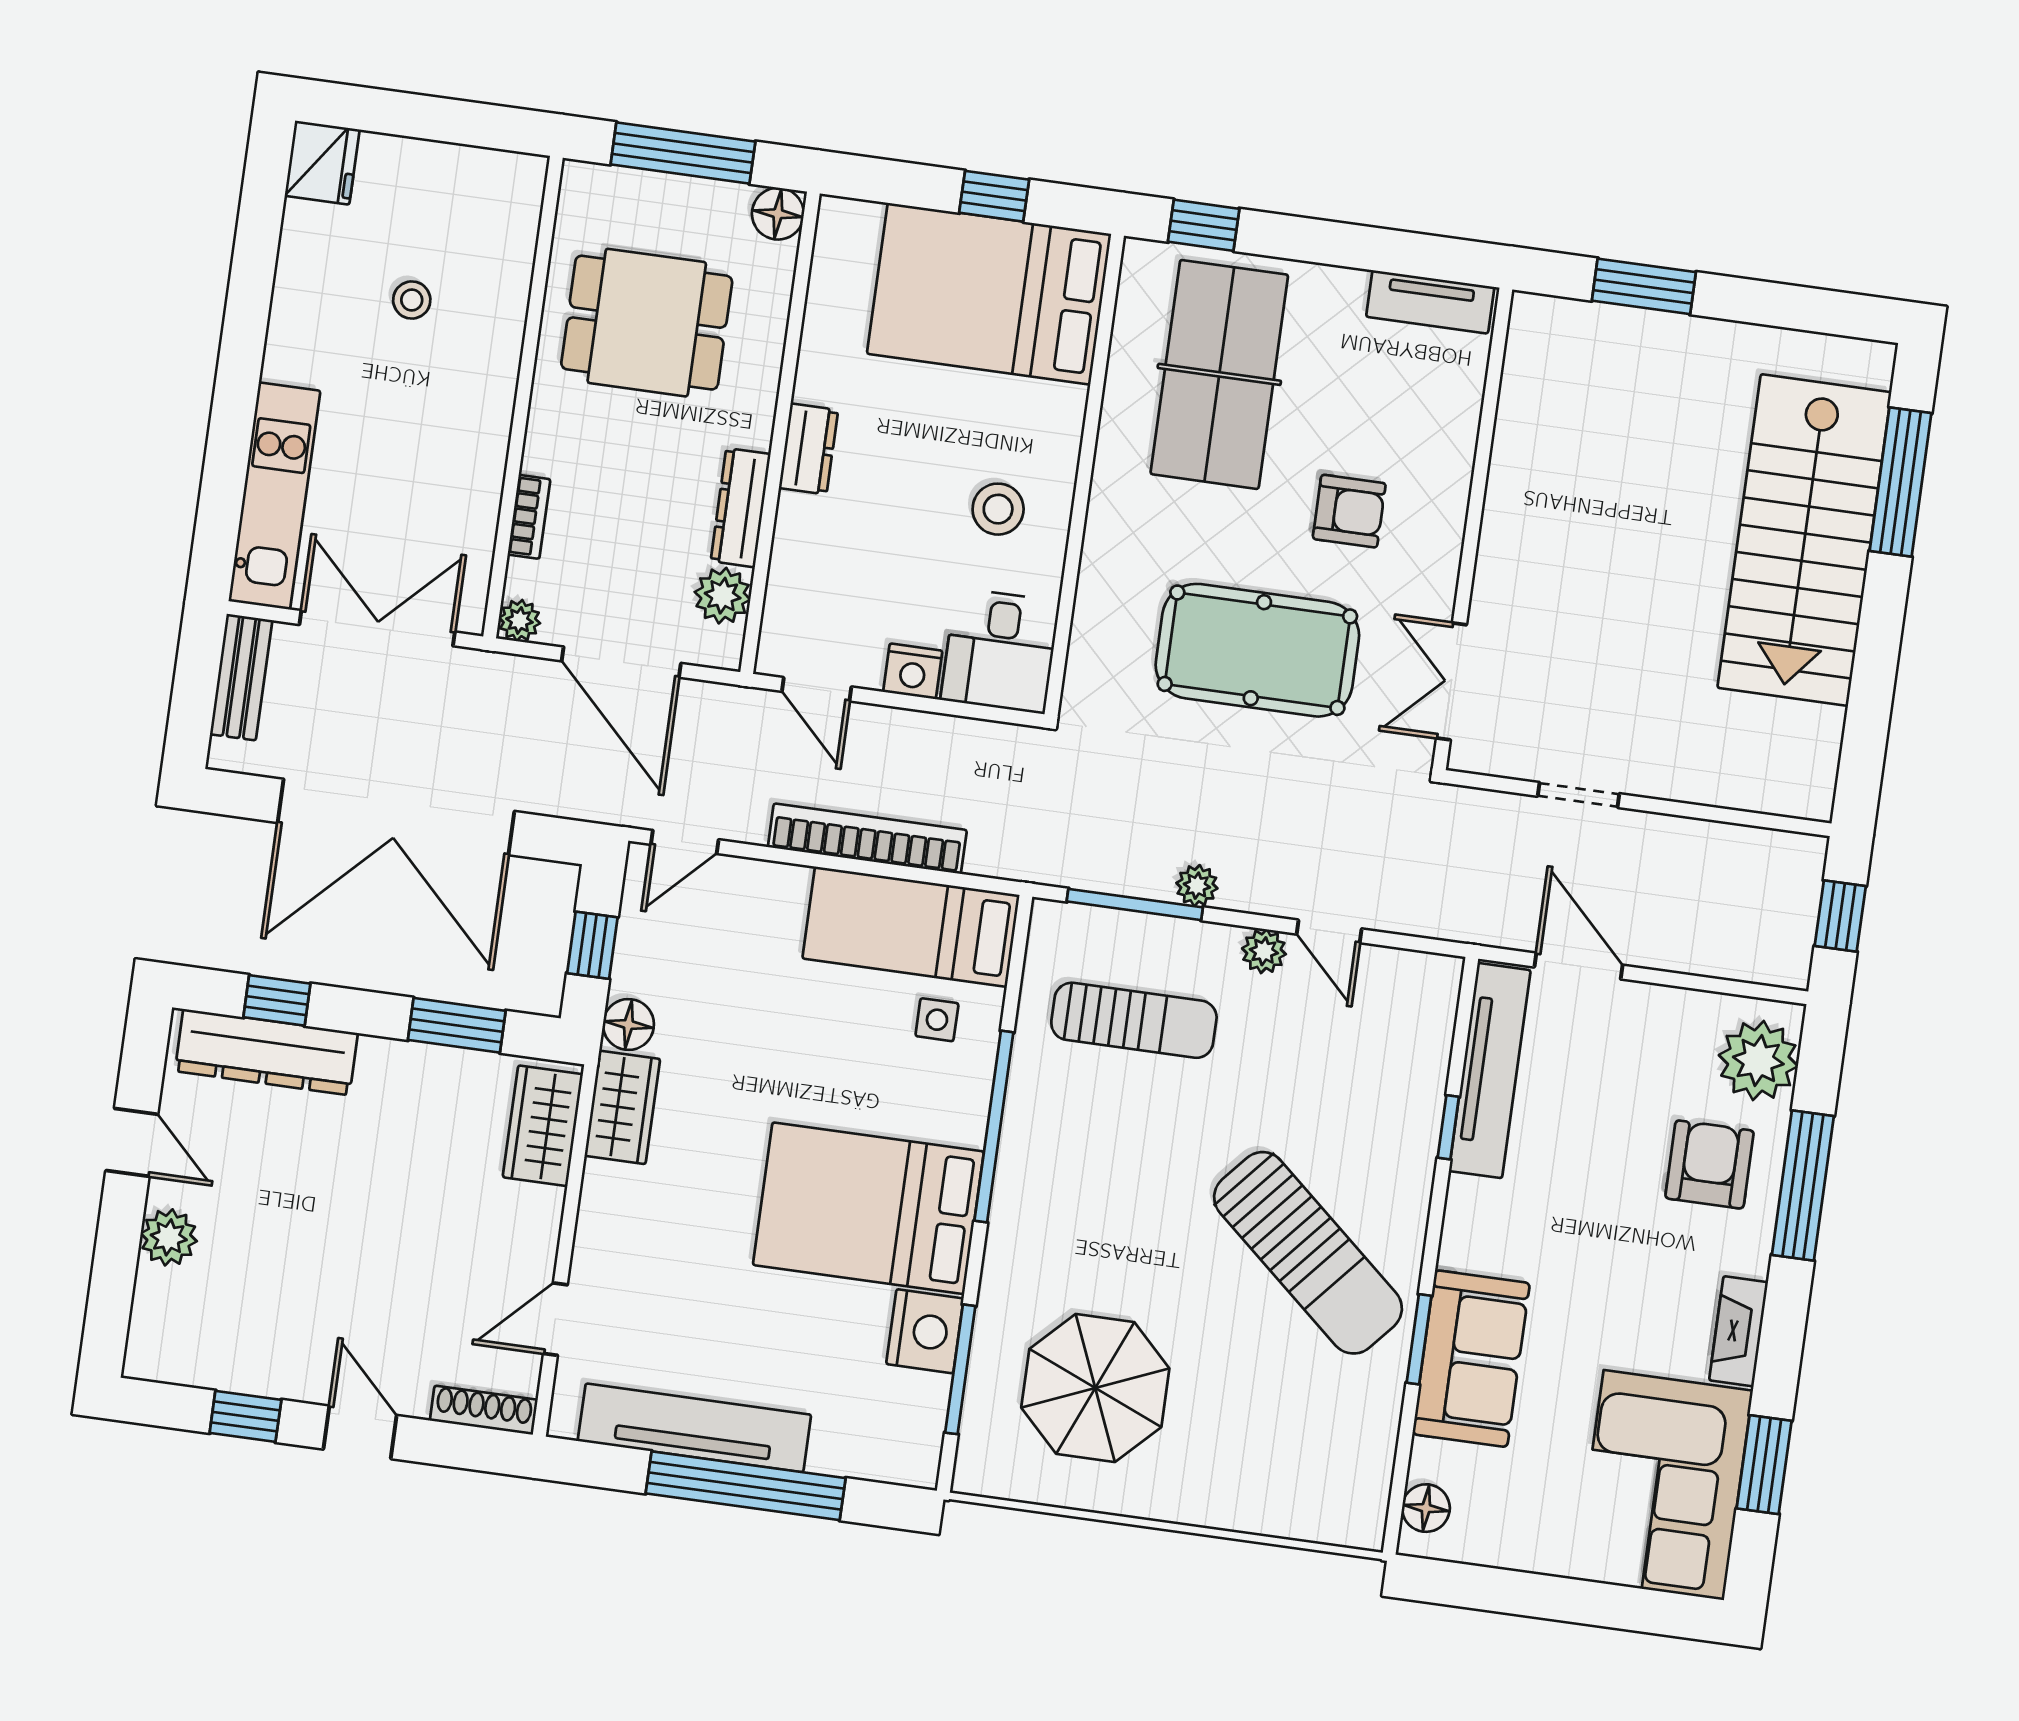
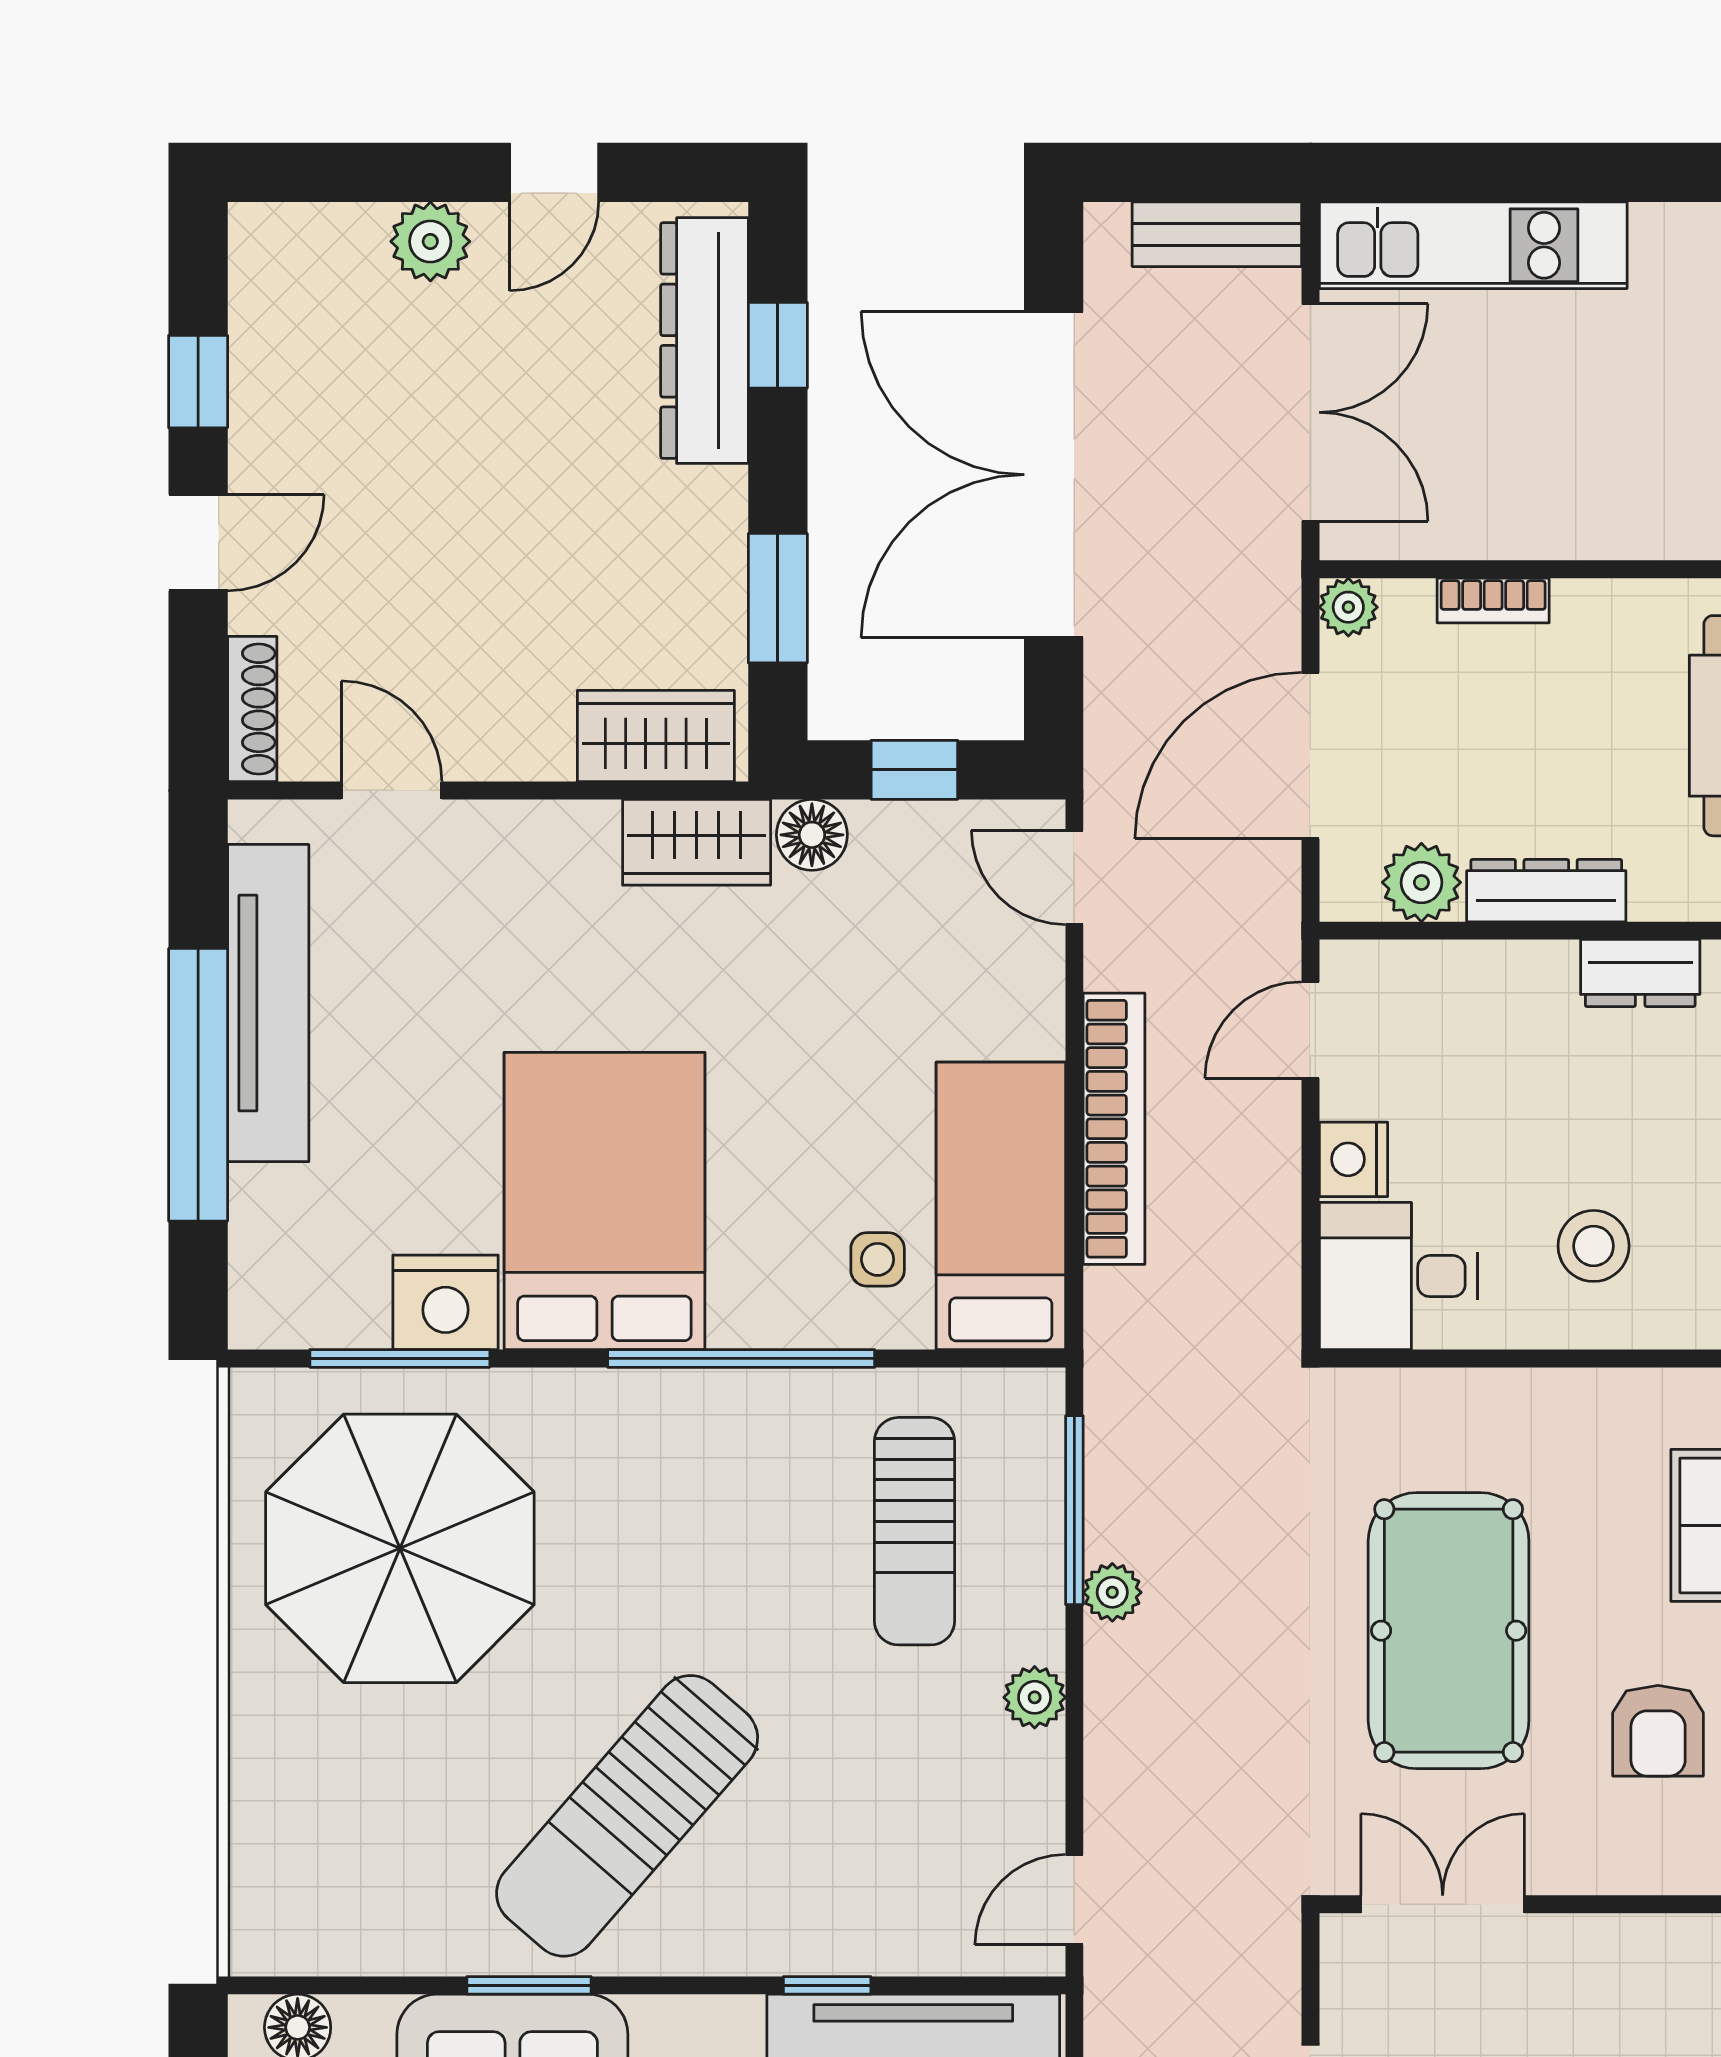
door: (1329, 931) -> (1074, 1900), moved
parasol: (1095, 1388) -> (400, 1548), width x1.36, depth x1.36

